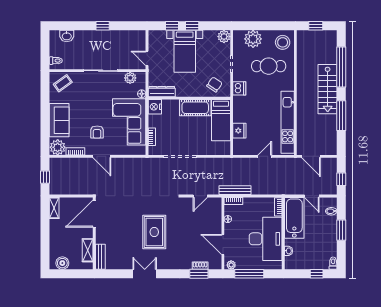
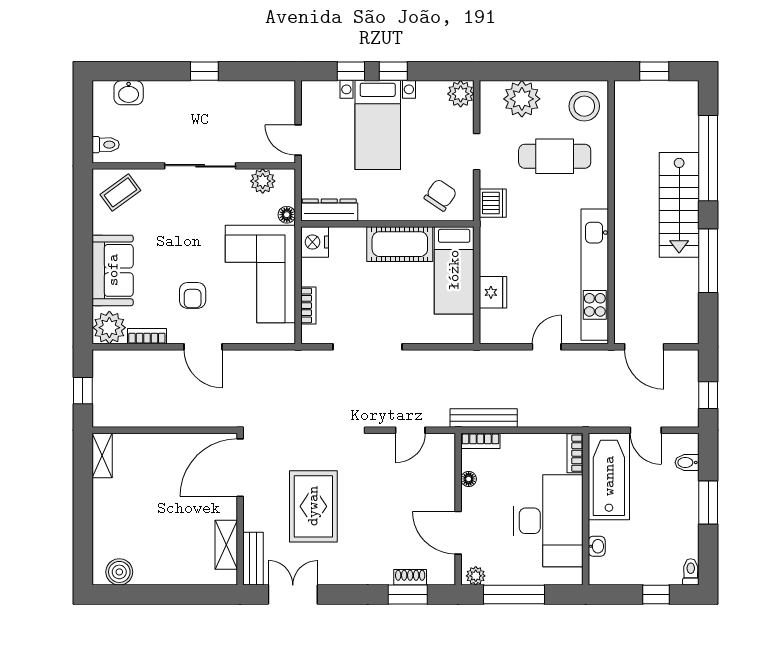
door: (94, 214) -> (240, 468), moved
wall: (94, 233) -> (240, 509), moved
shelving: (88, 250) -> (226, 545), moved
bench: (100, 257) -> (253, 559), moved

